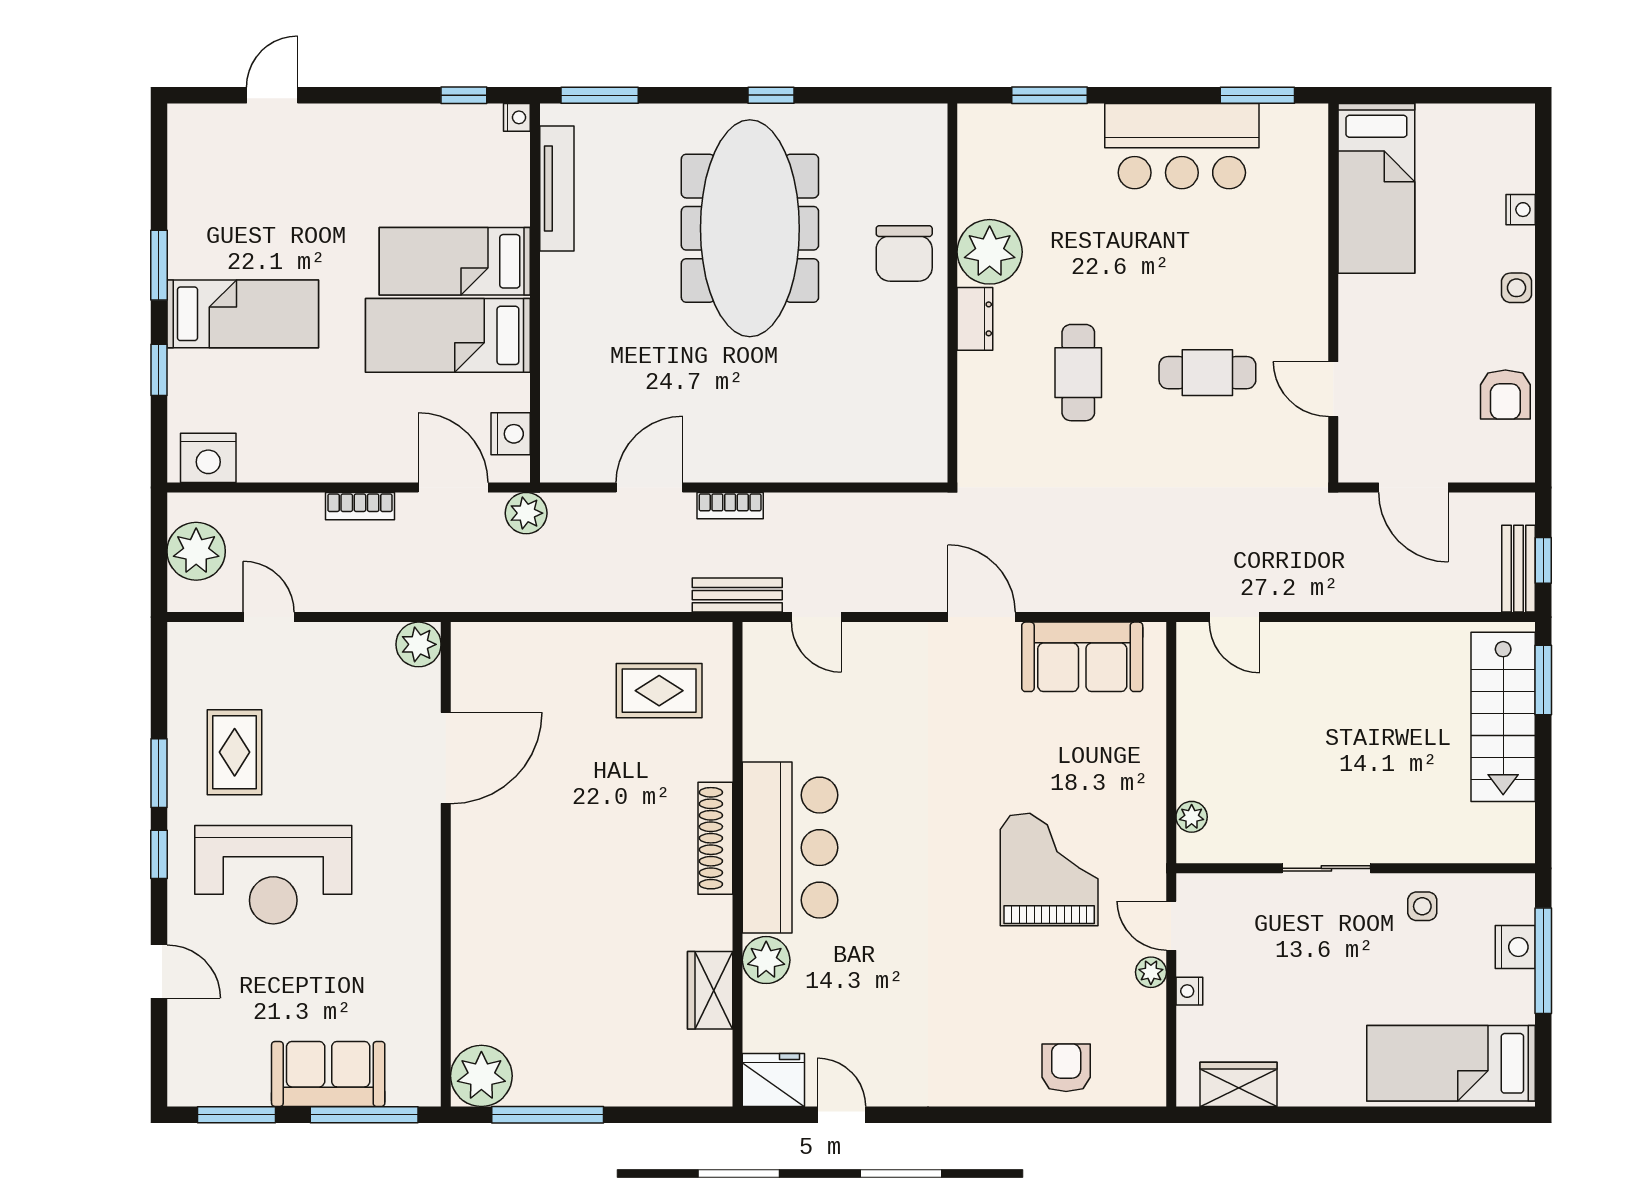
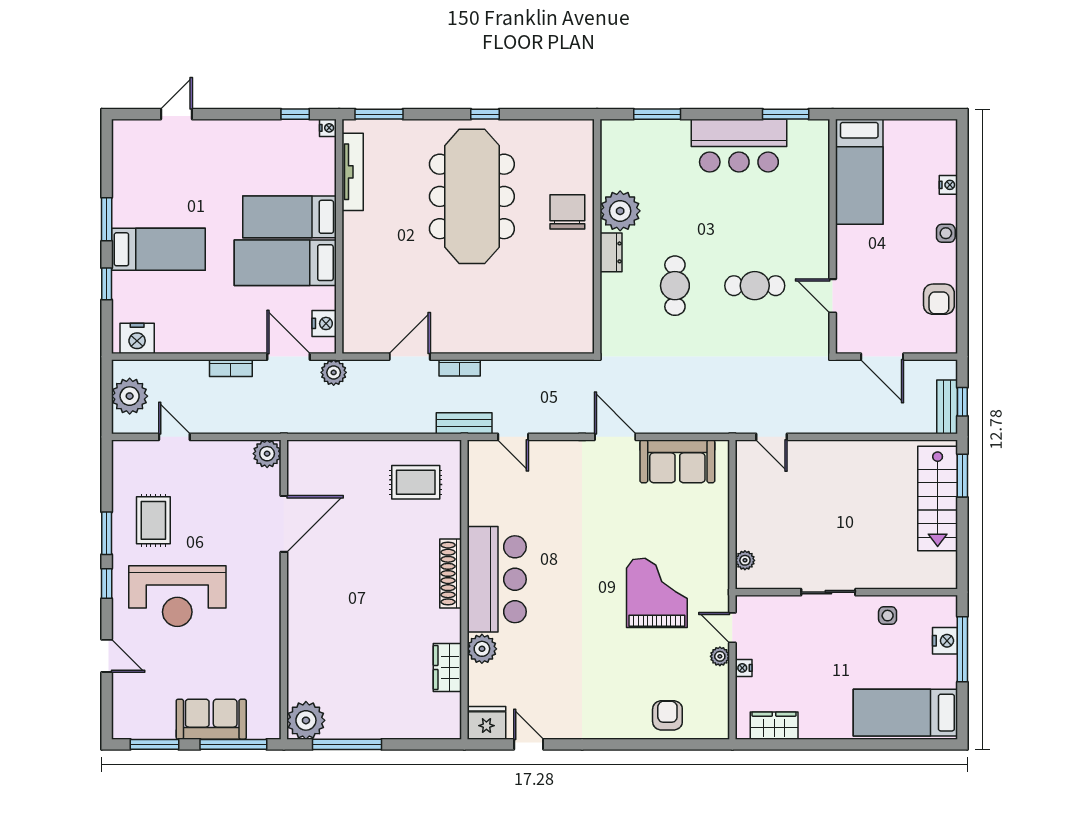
chair: (904, 253) -> (567, 212), turned 180

